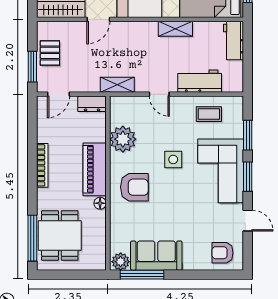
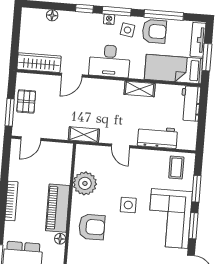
dresser: (92, 104) -> (60, 150), removed
coffee table: (209, 114) -> (176, 167), moved, turned 90

